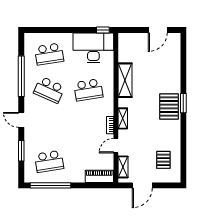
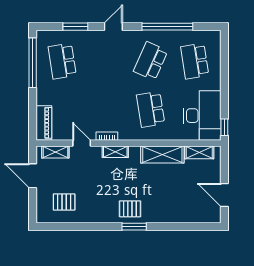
shelving: (123, 50) -> (199, 152), added
pallet: (169, 106) -> (130, 209), width x0.67, depth x0.71

